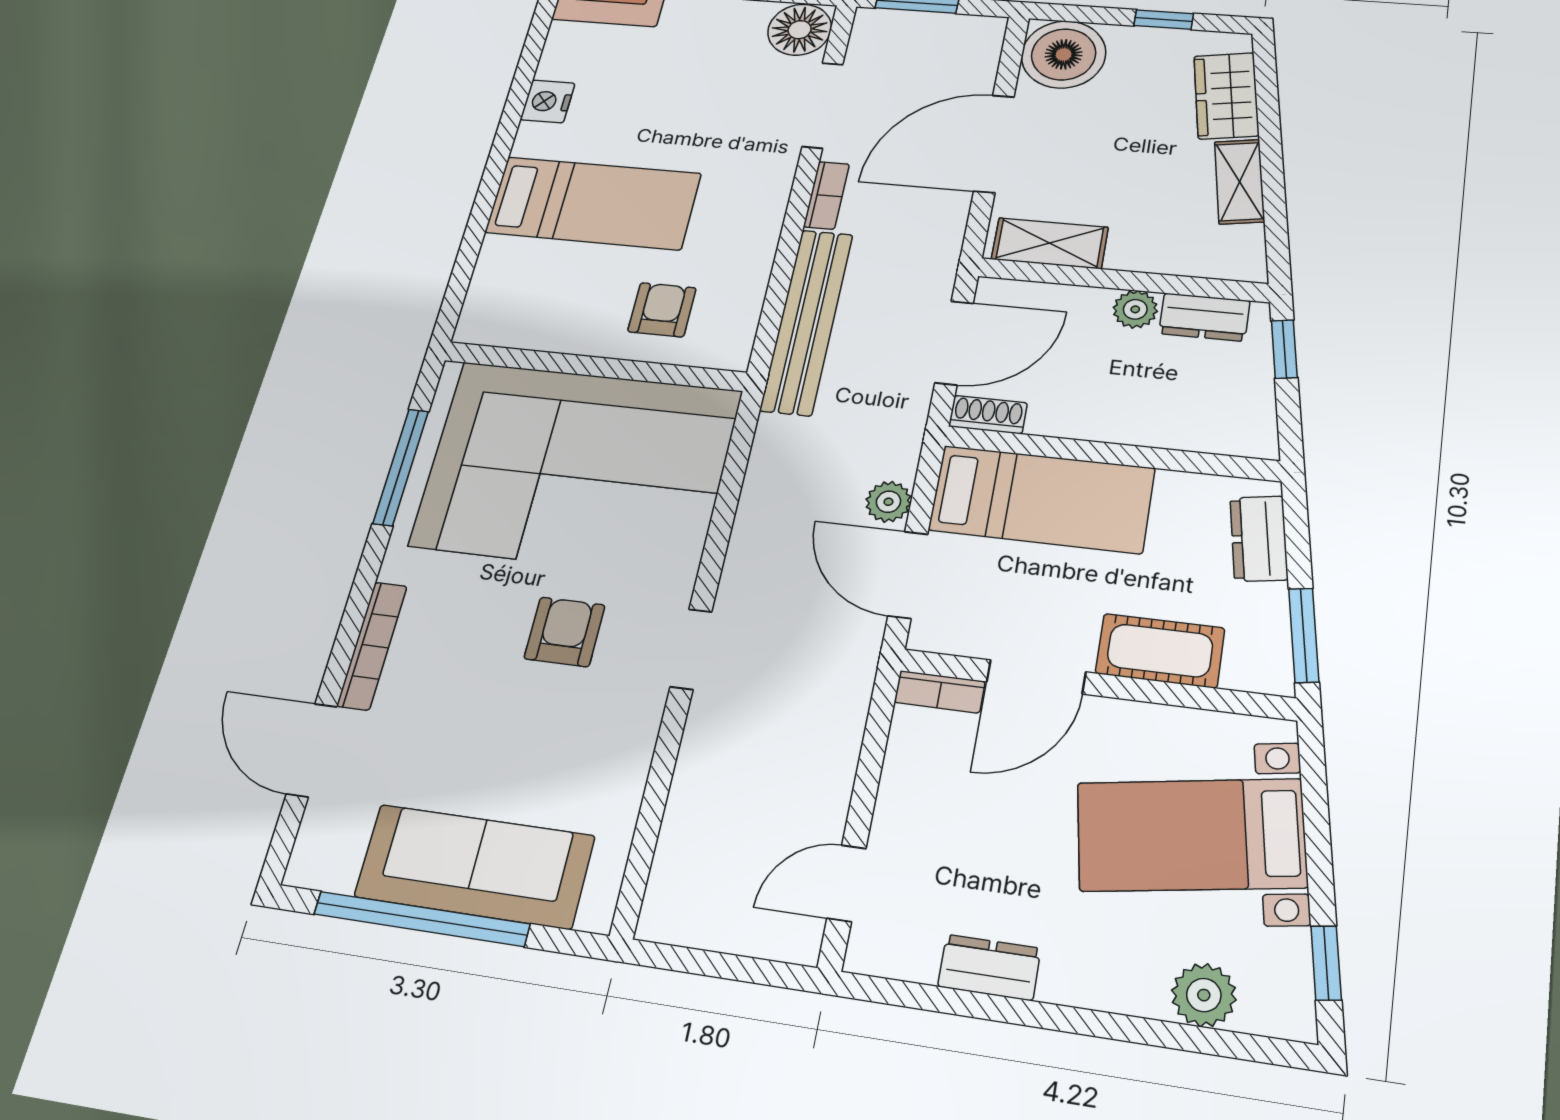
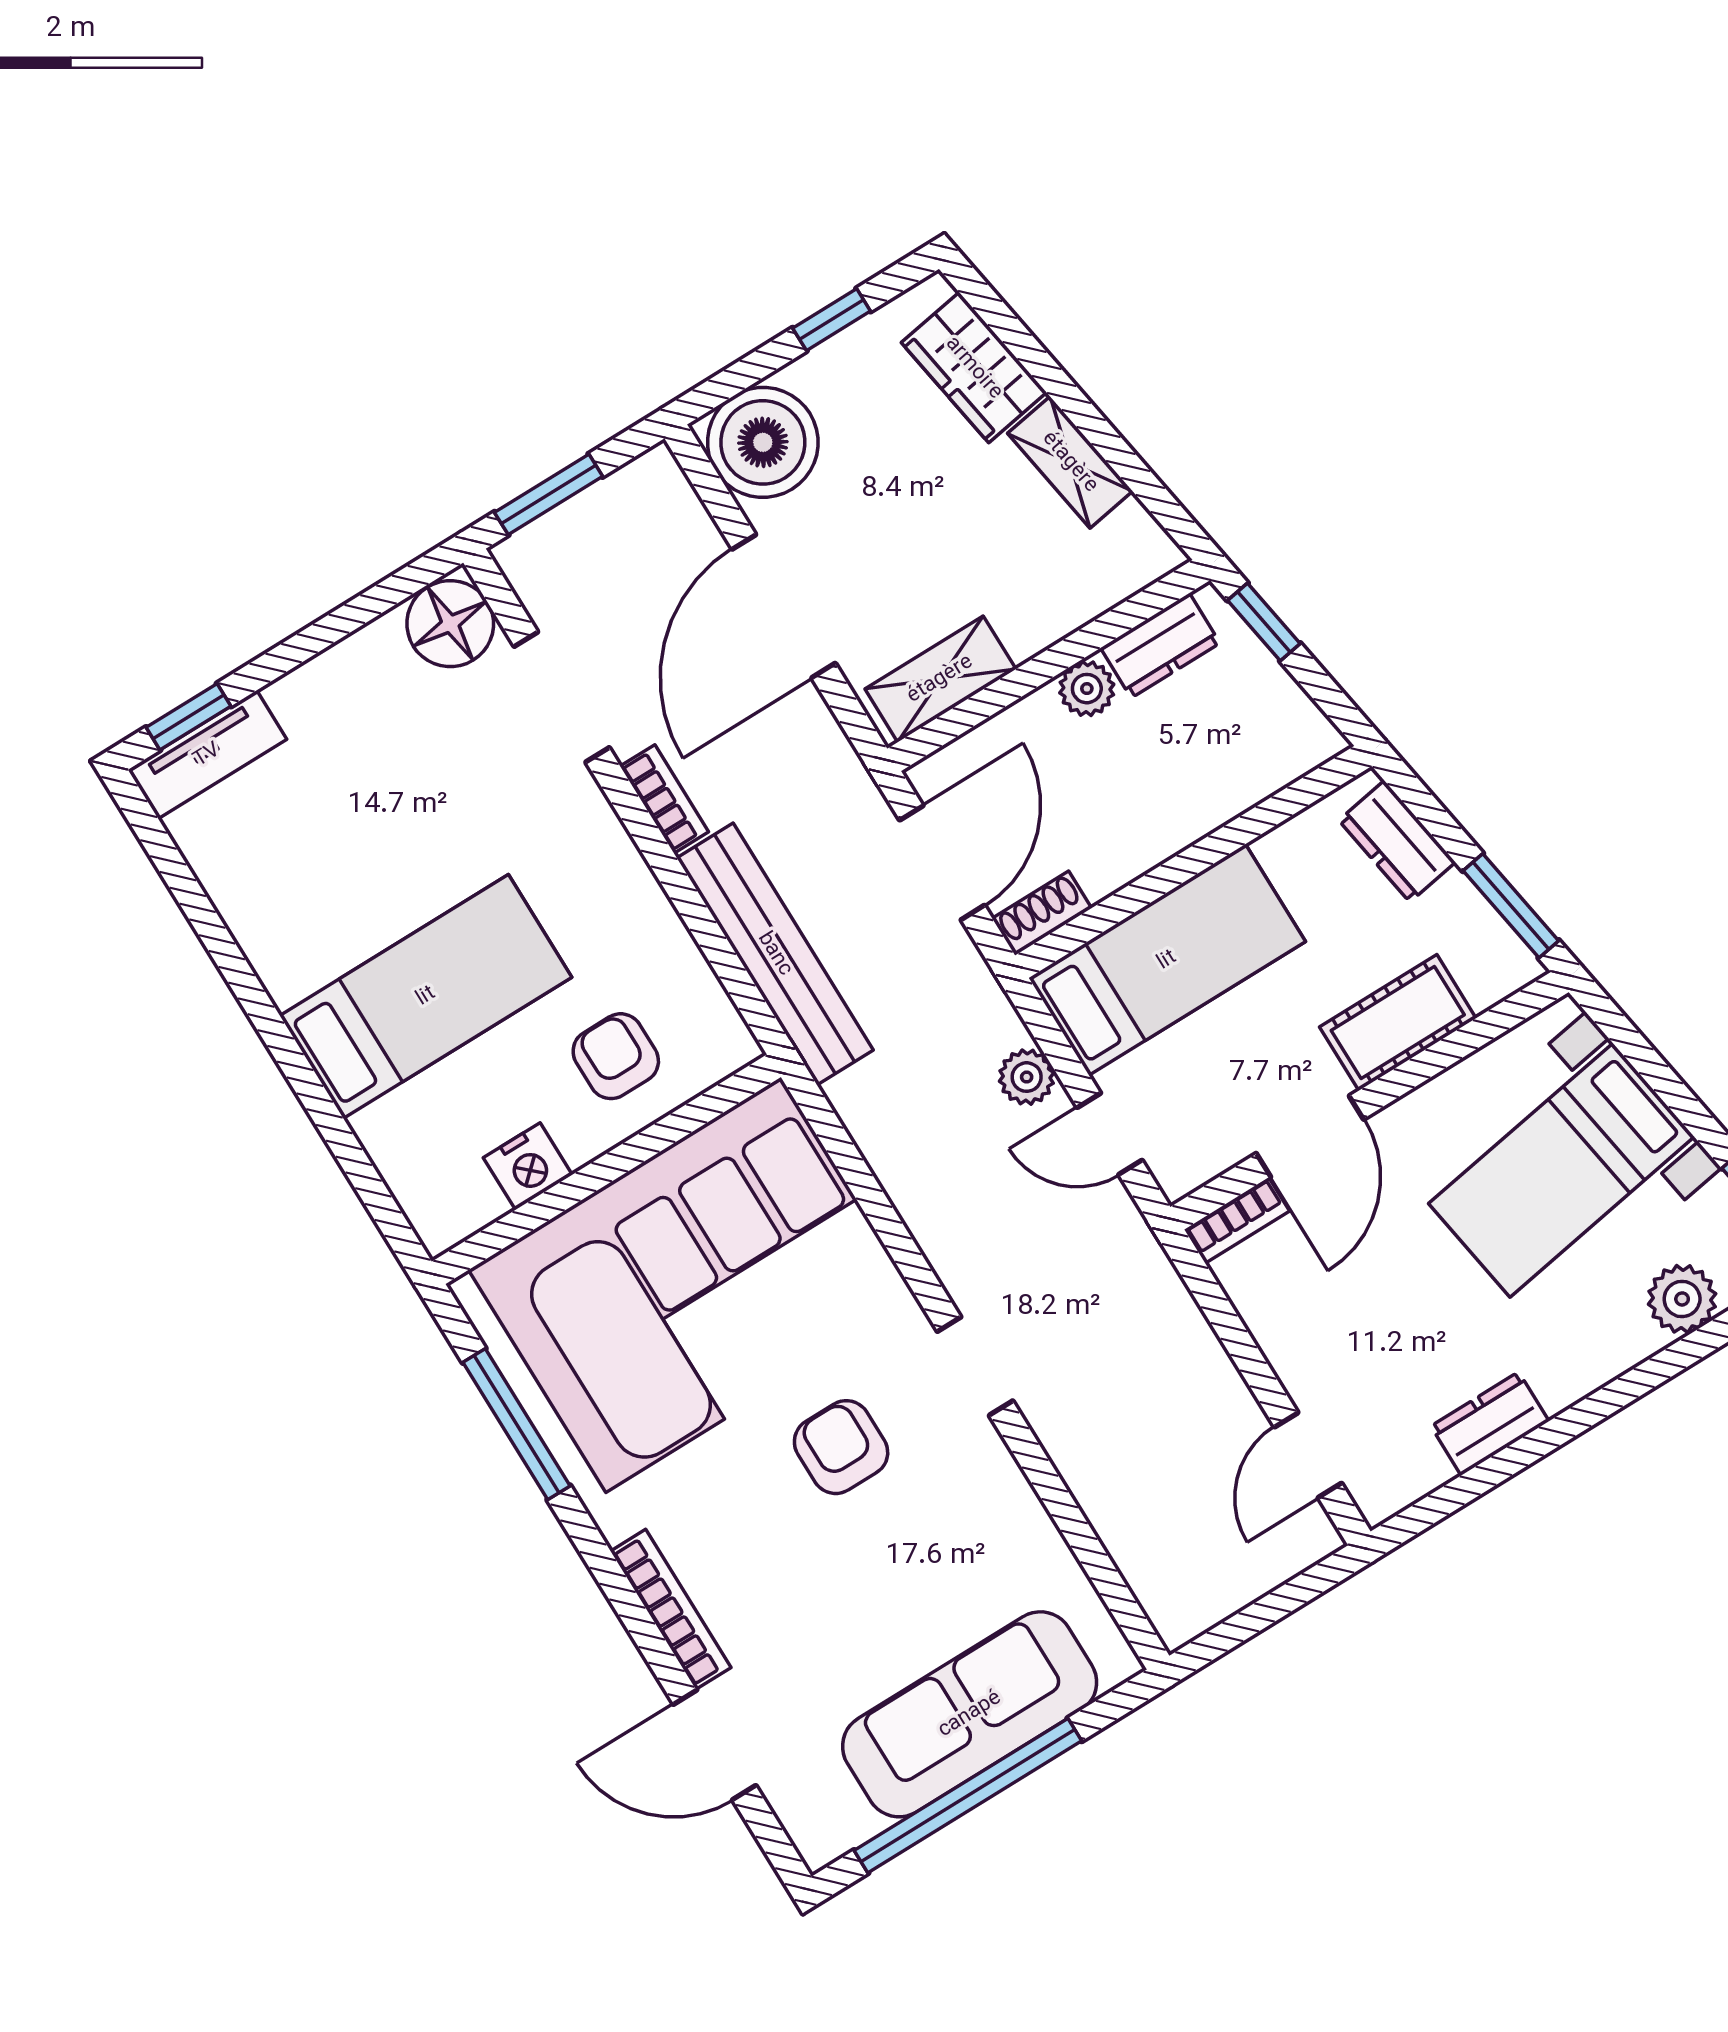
nightstand: (548, 101) -> (528, 1166), moved, turned -90
door: (908, 575) -> (1110, 1134), width x0.73

